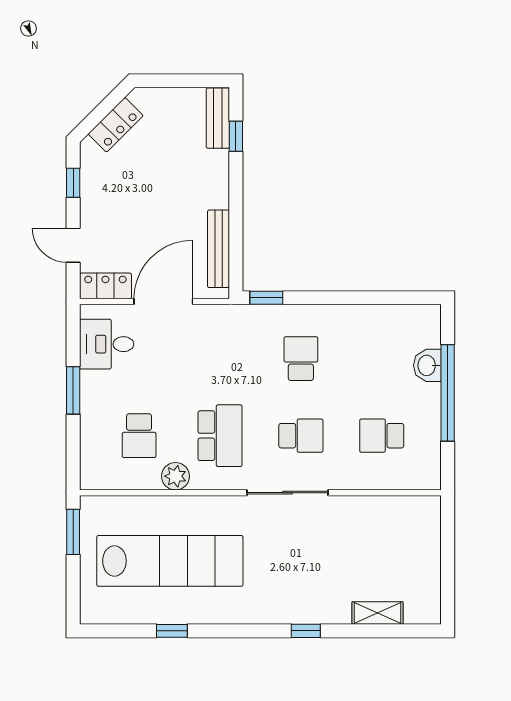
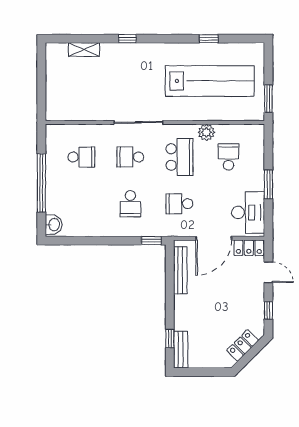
desk: (107, 344) -> (248, 212), width x1.37
school desk: (220, 359) -> (179, 204), added
washbasin: (427, 365) -> (54, 225), moved
school desk: (220, 436) -> (179, 157), turned 180
lab bench: (170, 561) -> (210, 81), turned 180

